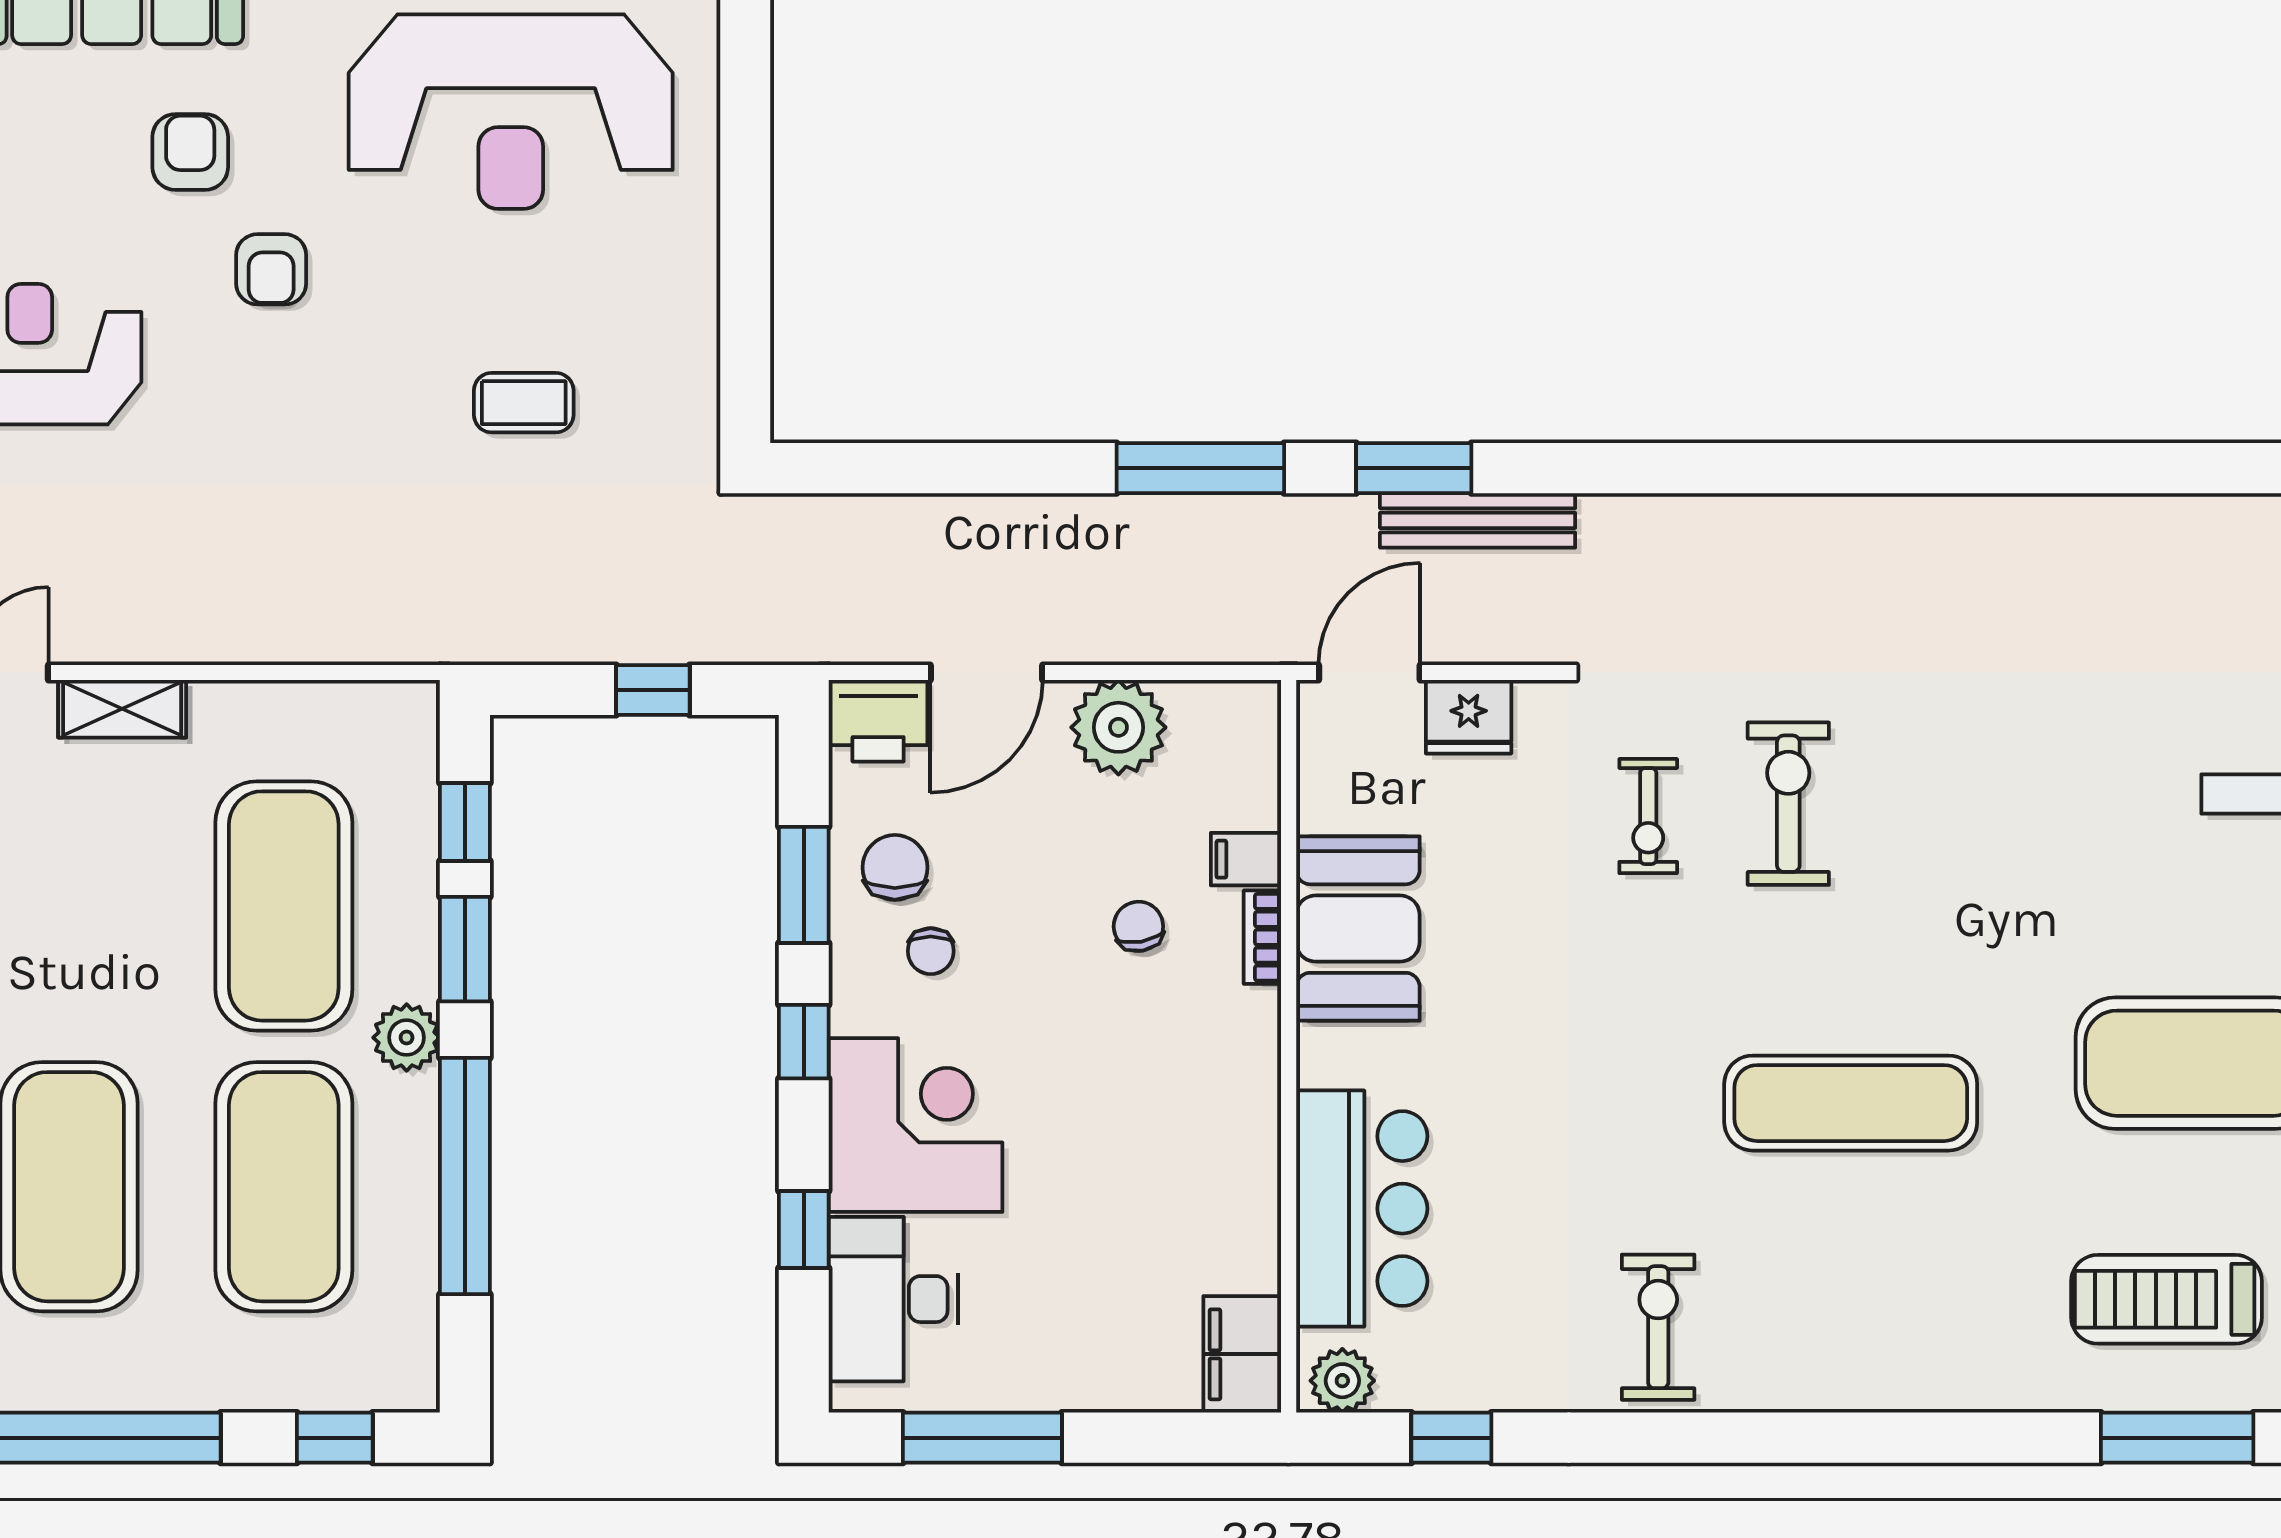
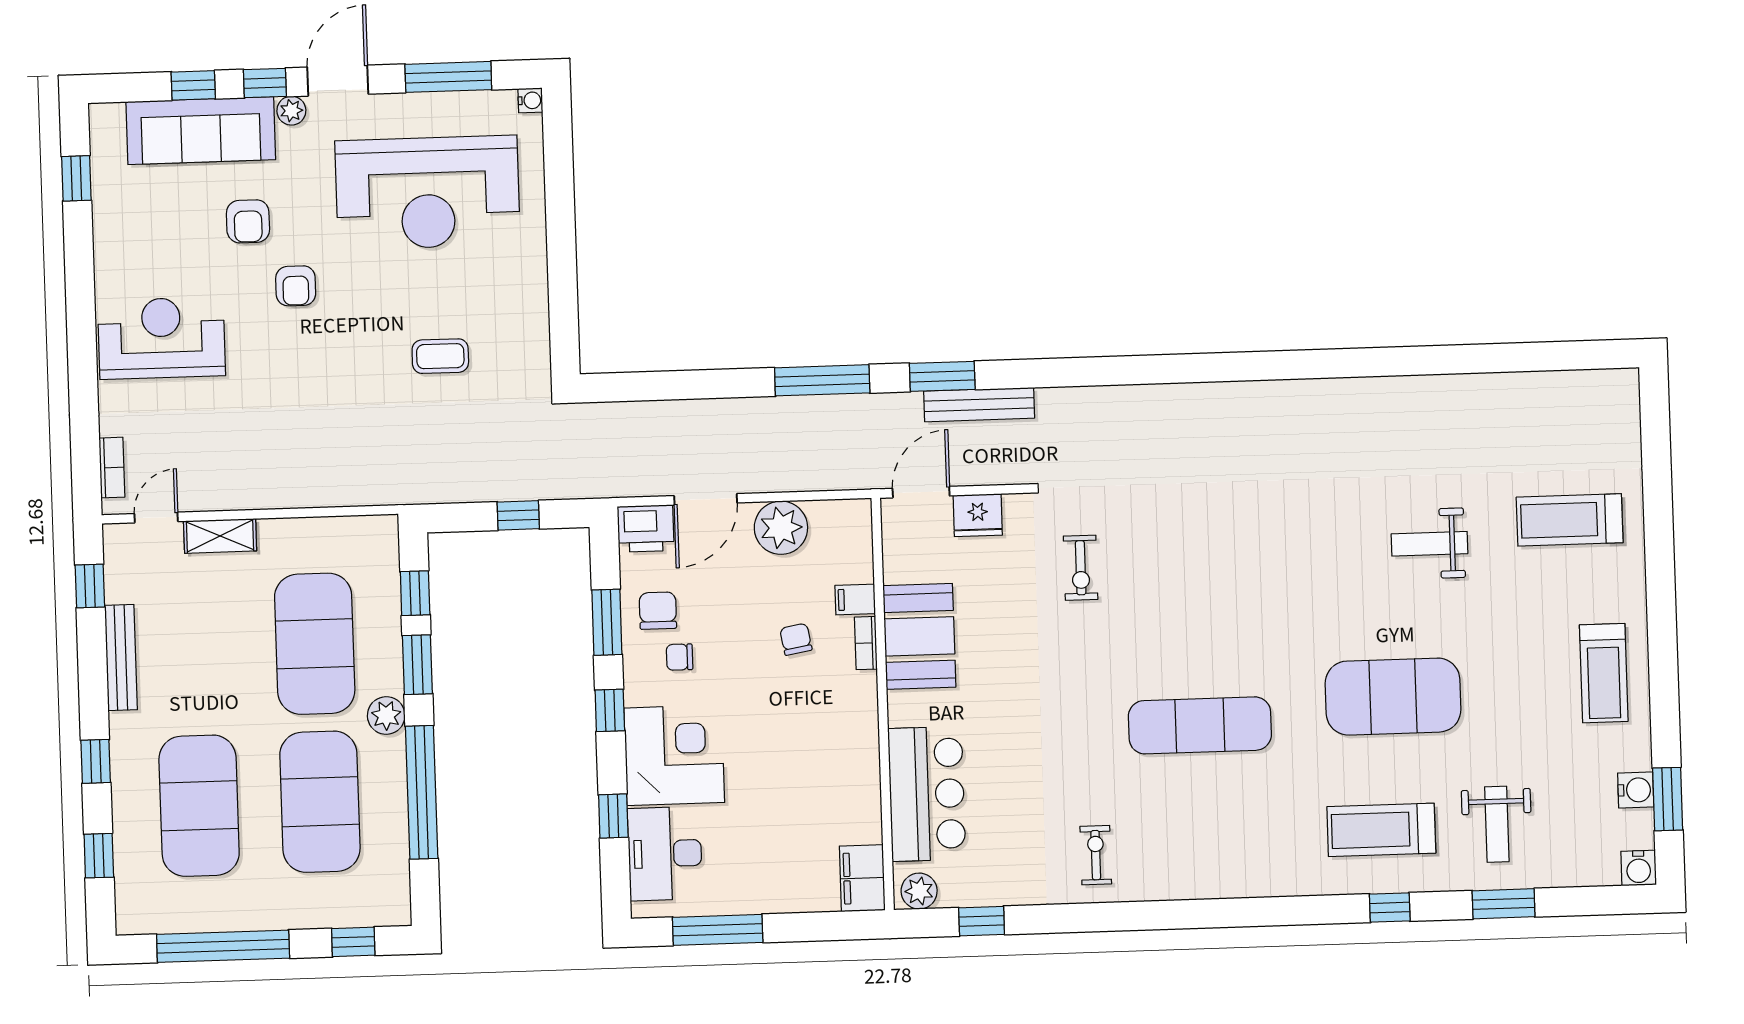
armchair: (190, 152) -> (248, 221), turned 180
exercise bike: (1788, 804) -> (1159, 558), removed
chair: (931, 951) -> (679, 657), turned 90
exercise bike: (1658, 1327) -> (1096, 855), width x0.73, depth x0.72
window: (2177, 1438) -> (1390, 908), width x0.46

